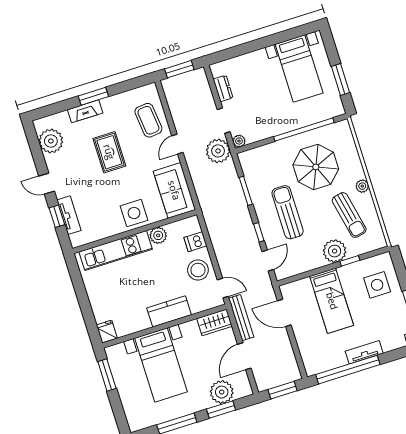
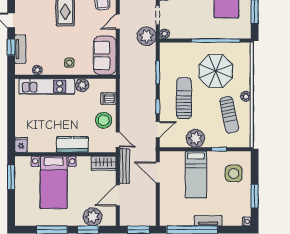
side table: (134, 213) -> (69, 63), width x0.54, depth x0.54
plant: (98, 234) -> (37, 70), added
plant: (335, 251) -> (195, 138), moved

